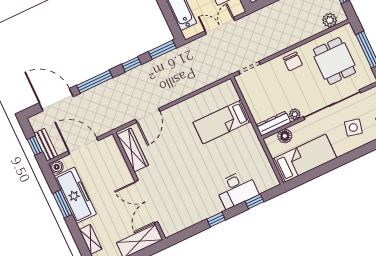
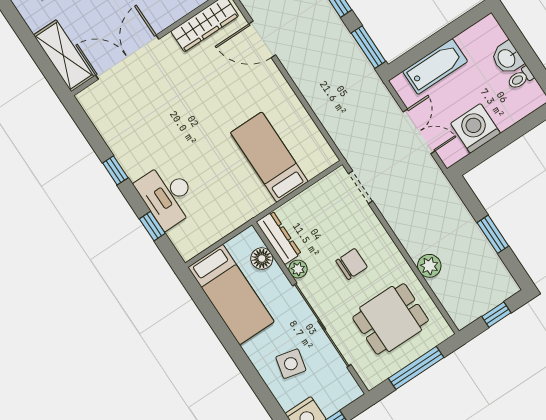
plant: (330, 20) -> (429, 266), moved
chair: (293, 61) -> (352, 264), moved, turned 180

